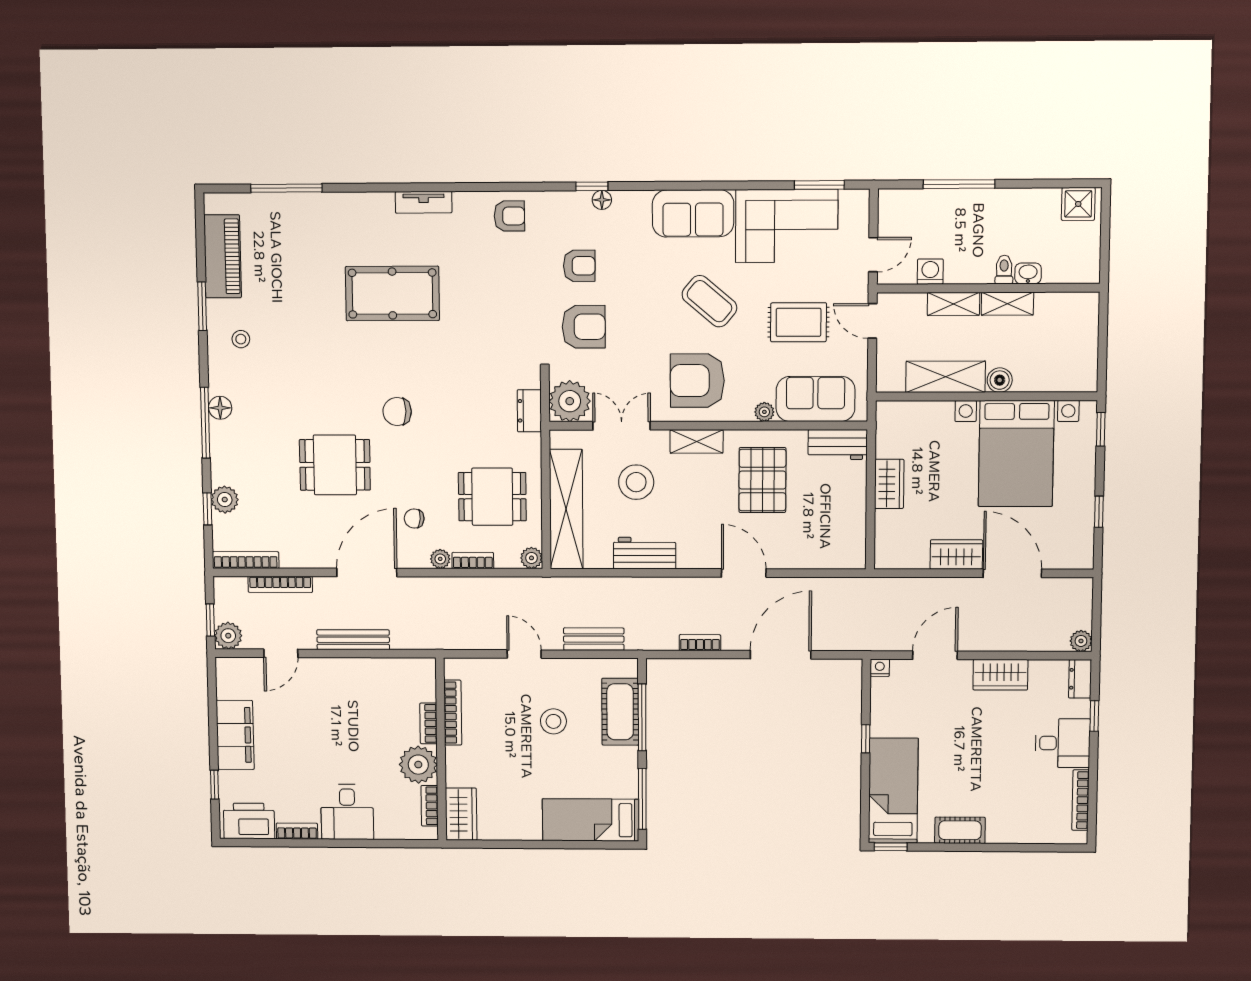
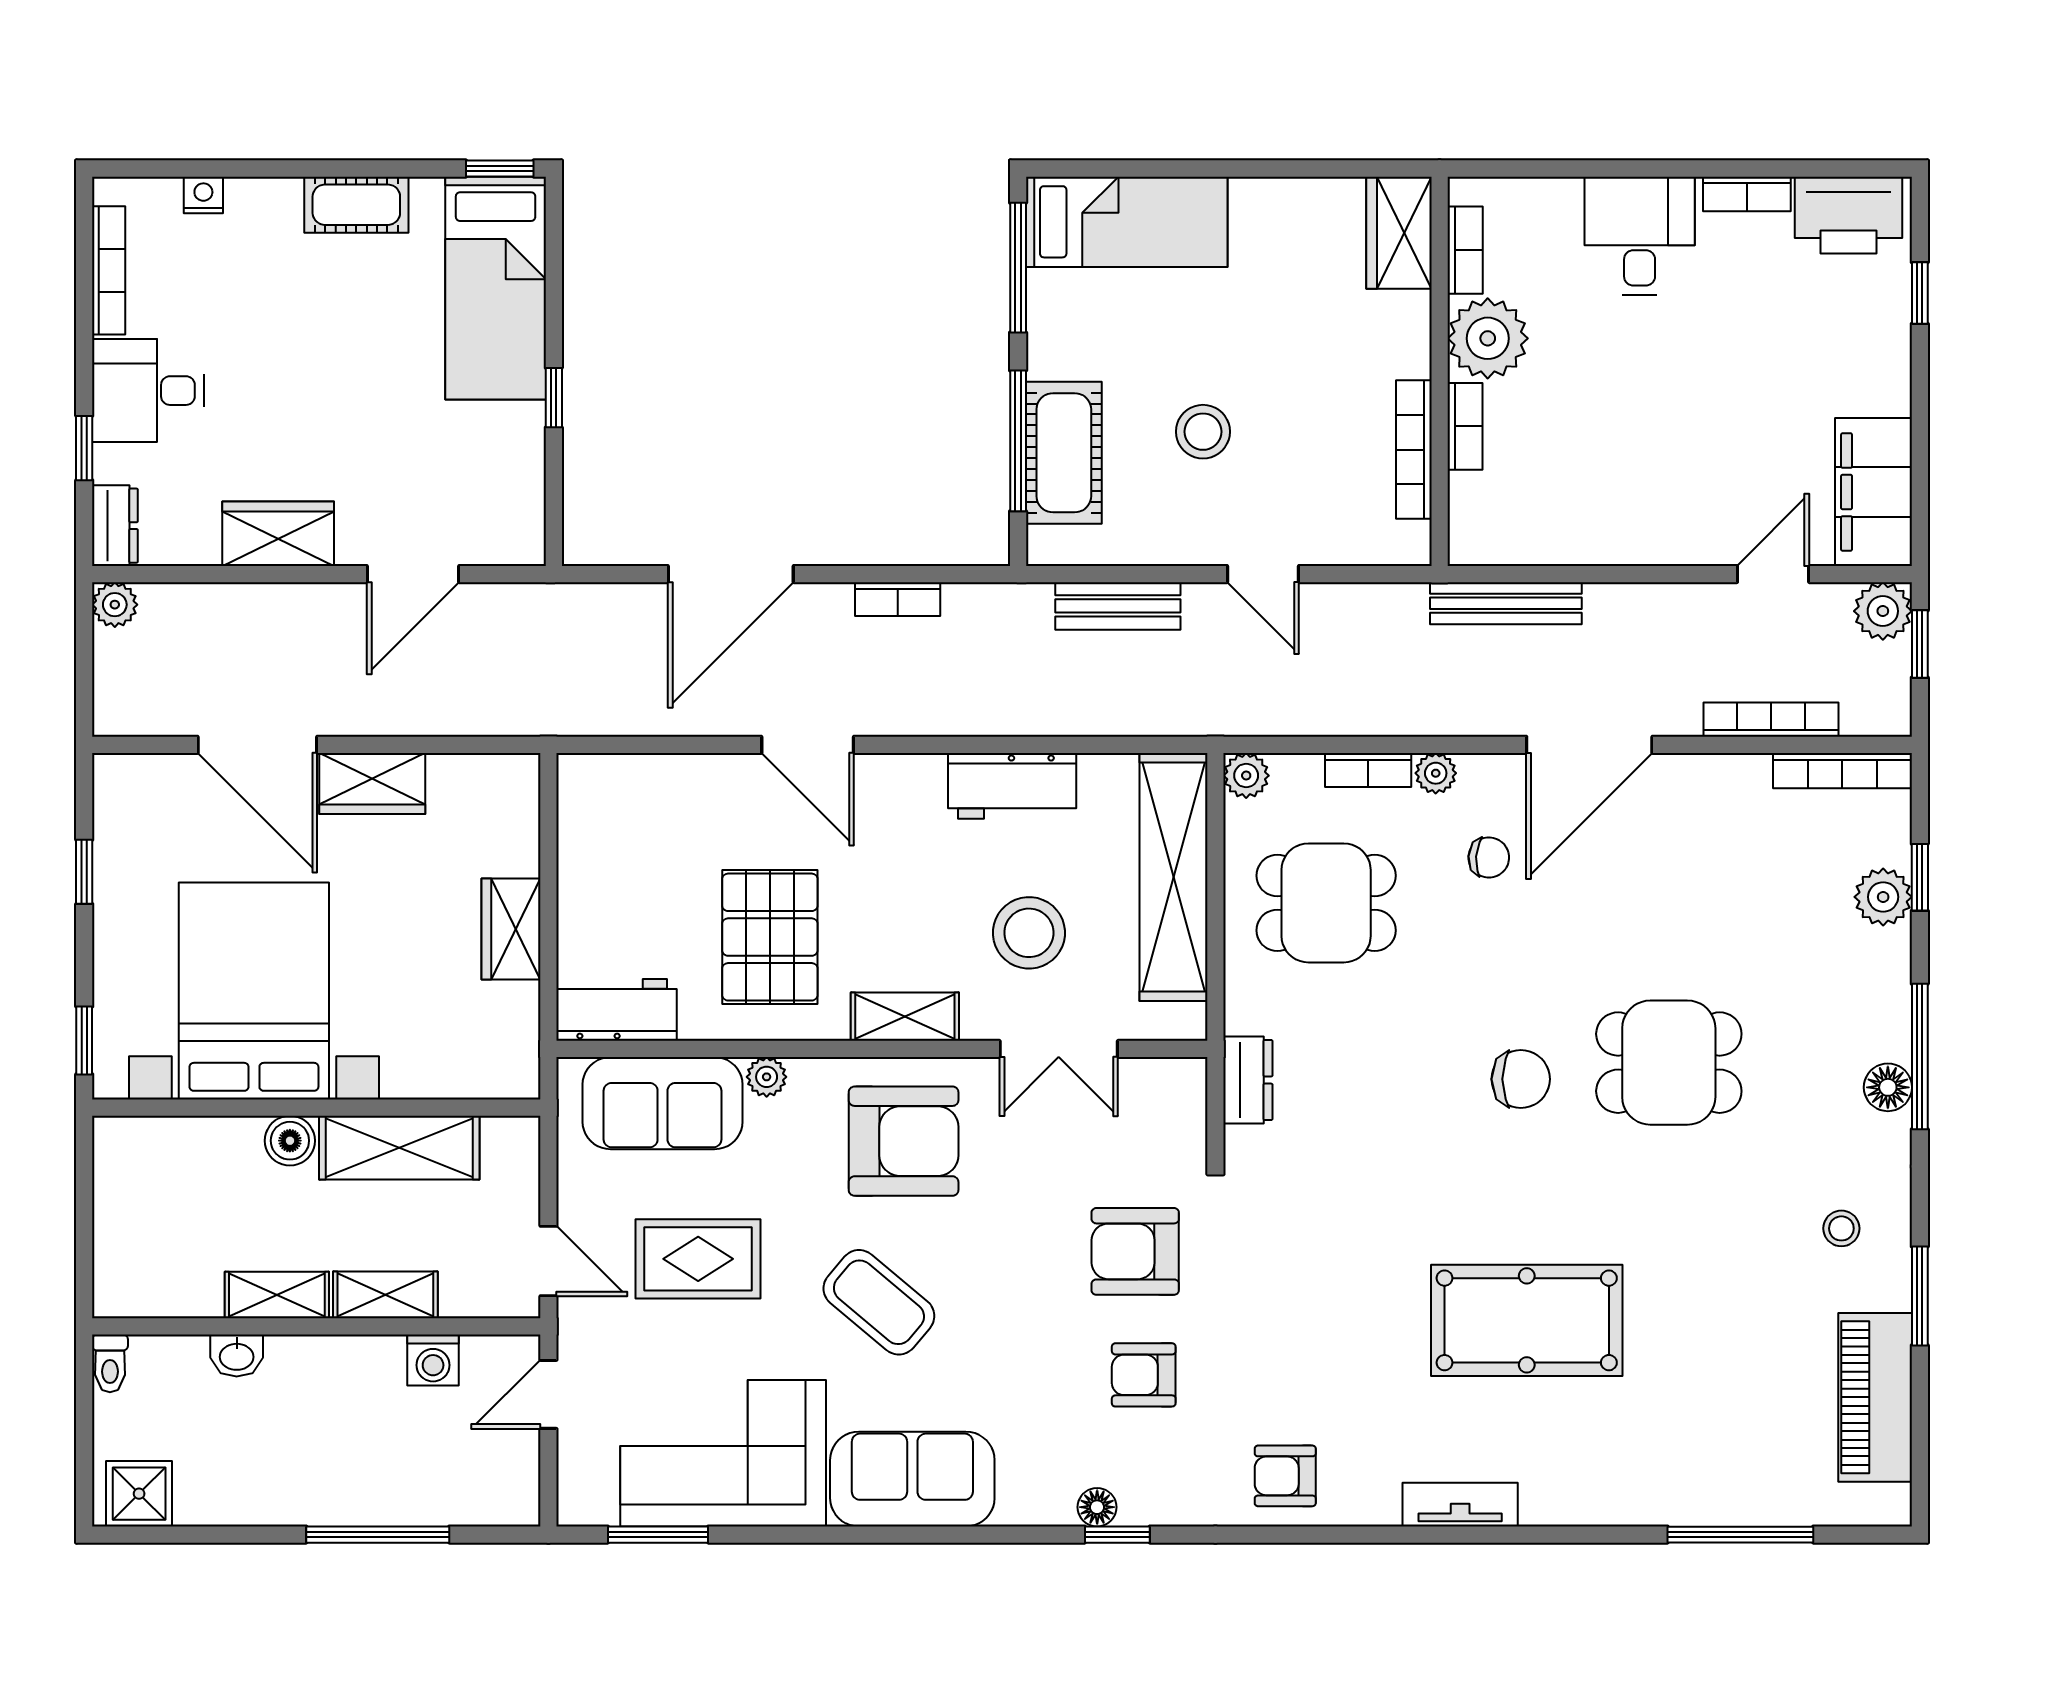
toilet: (1004, 270) -> (110, 1363), moved
plant: (570, 401) -> (1165, 1100), removed
dining table: (335, 465) -> (1669, 1063), moved
bench: (353, 640) -> (1506, 603), moved
nightstand: (880, 668) -> (203, 195), moved, turned 180
filing cabinet: (235, 735) -> (1873, 492), moved

